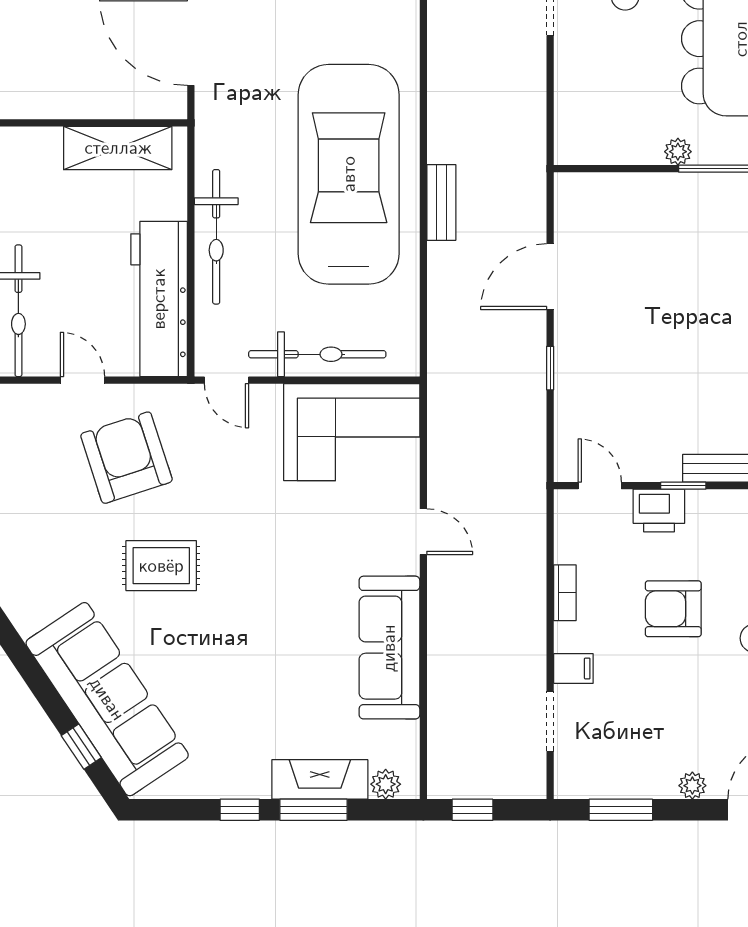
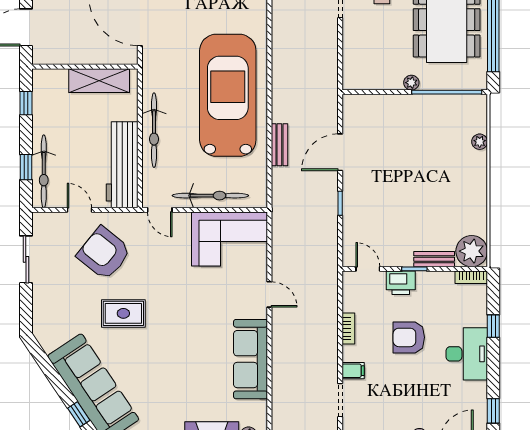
bench: (441, 202) -> (279, 145), moved
armchair: (126, 458) -> (104, 253), turned -33

